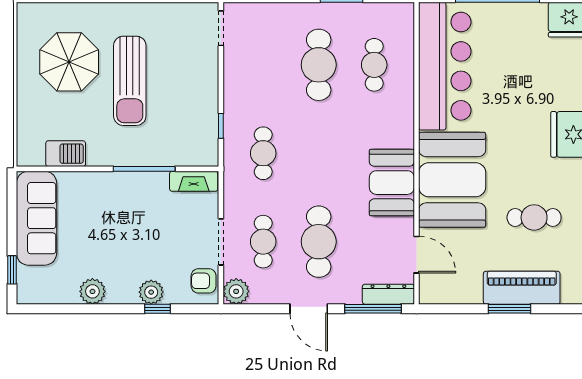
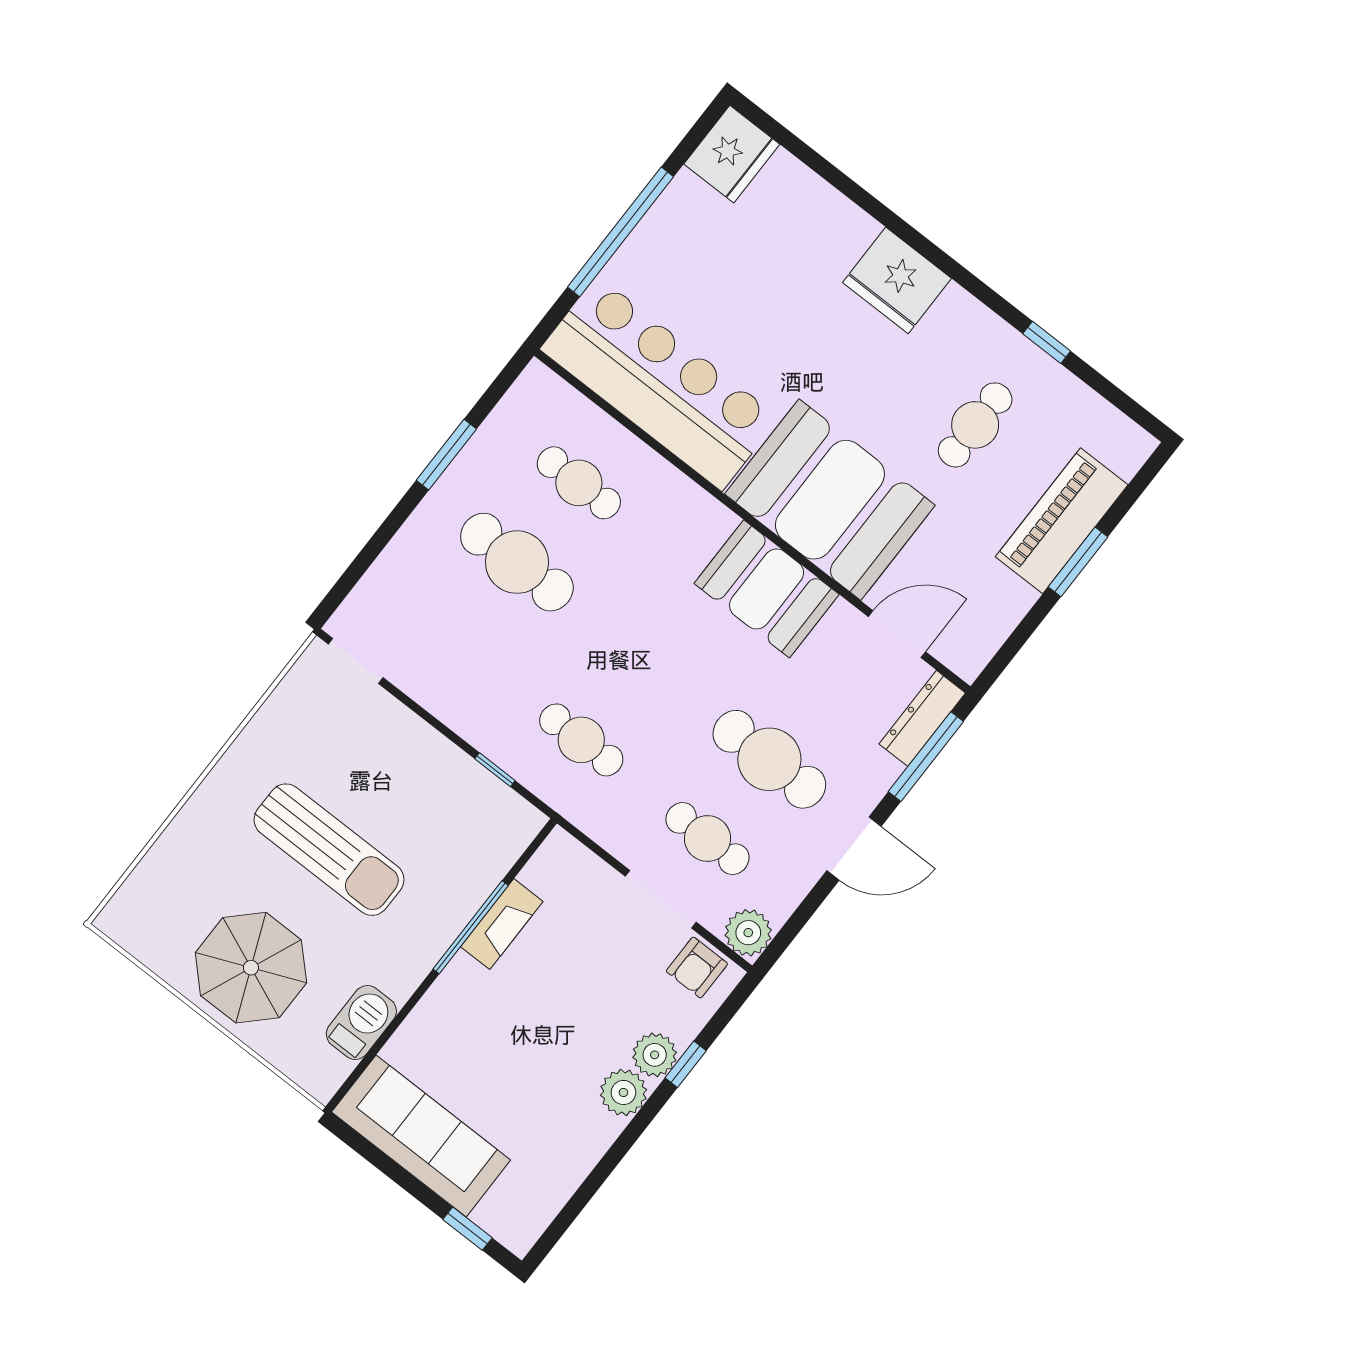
parasol: (69, 62) -> (251, 968), moved
fireplace: (194, 181) -> (502, 924), moved
plant: (92, 291) -> (623, 1092), moved

